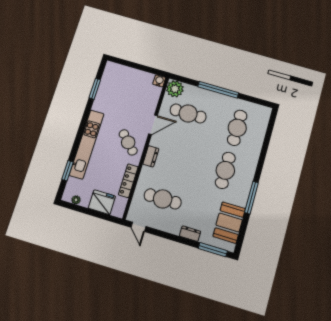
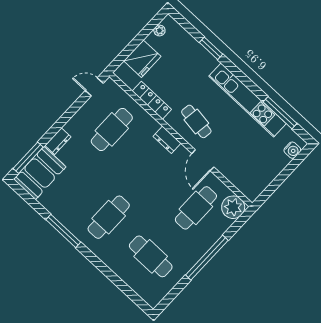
water cooler: (159, 81) -> (292, 150), moved
window: (95, 89) -> (280, 113), width x1.44
cafe table: (128, 142) -> (196, 121), turned 52
kitchen unit: (87, 144) -> (247, 100), moved
cafe table: (225, 170) -> (109, 217), turned 90
window: (68, 171) -> (211, 48), moved
booth: (229, 223) -> (40, 173), moved, turned 90

